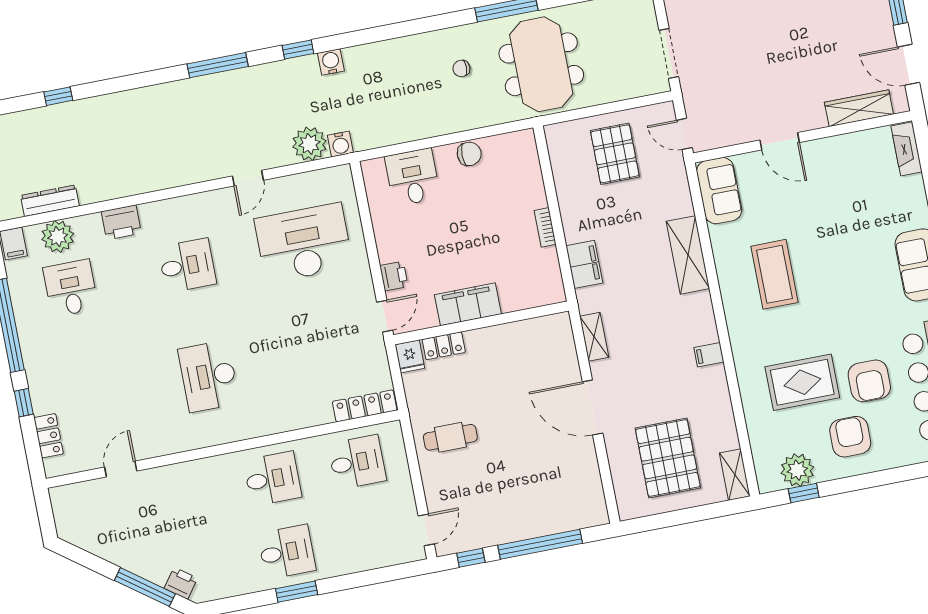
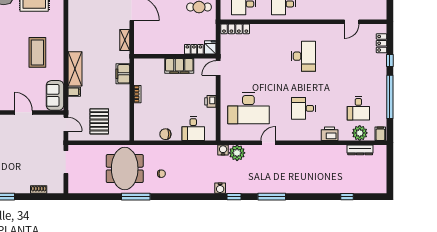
printer: (394, 276) -> (210, 101), moved
filing cabinet: (709, 355) -> (74, 92), moved

